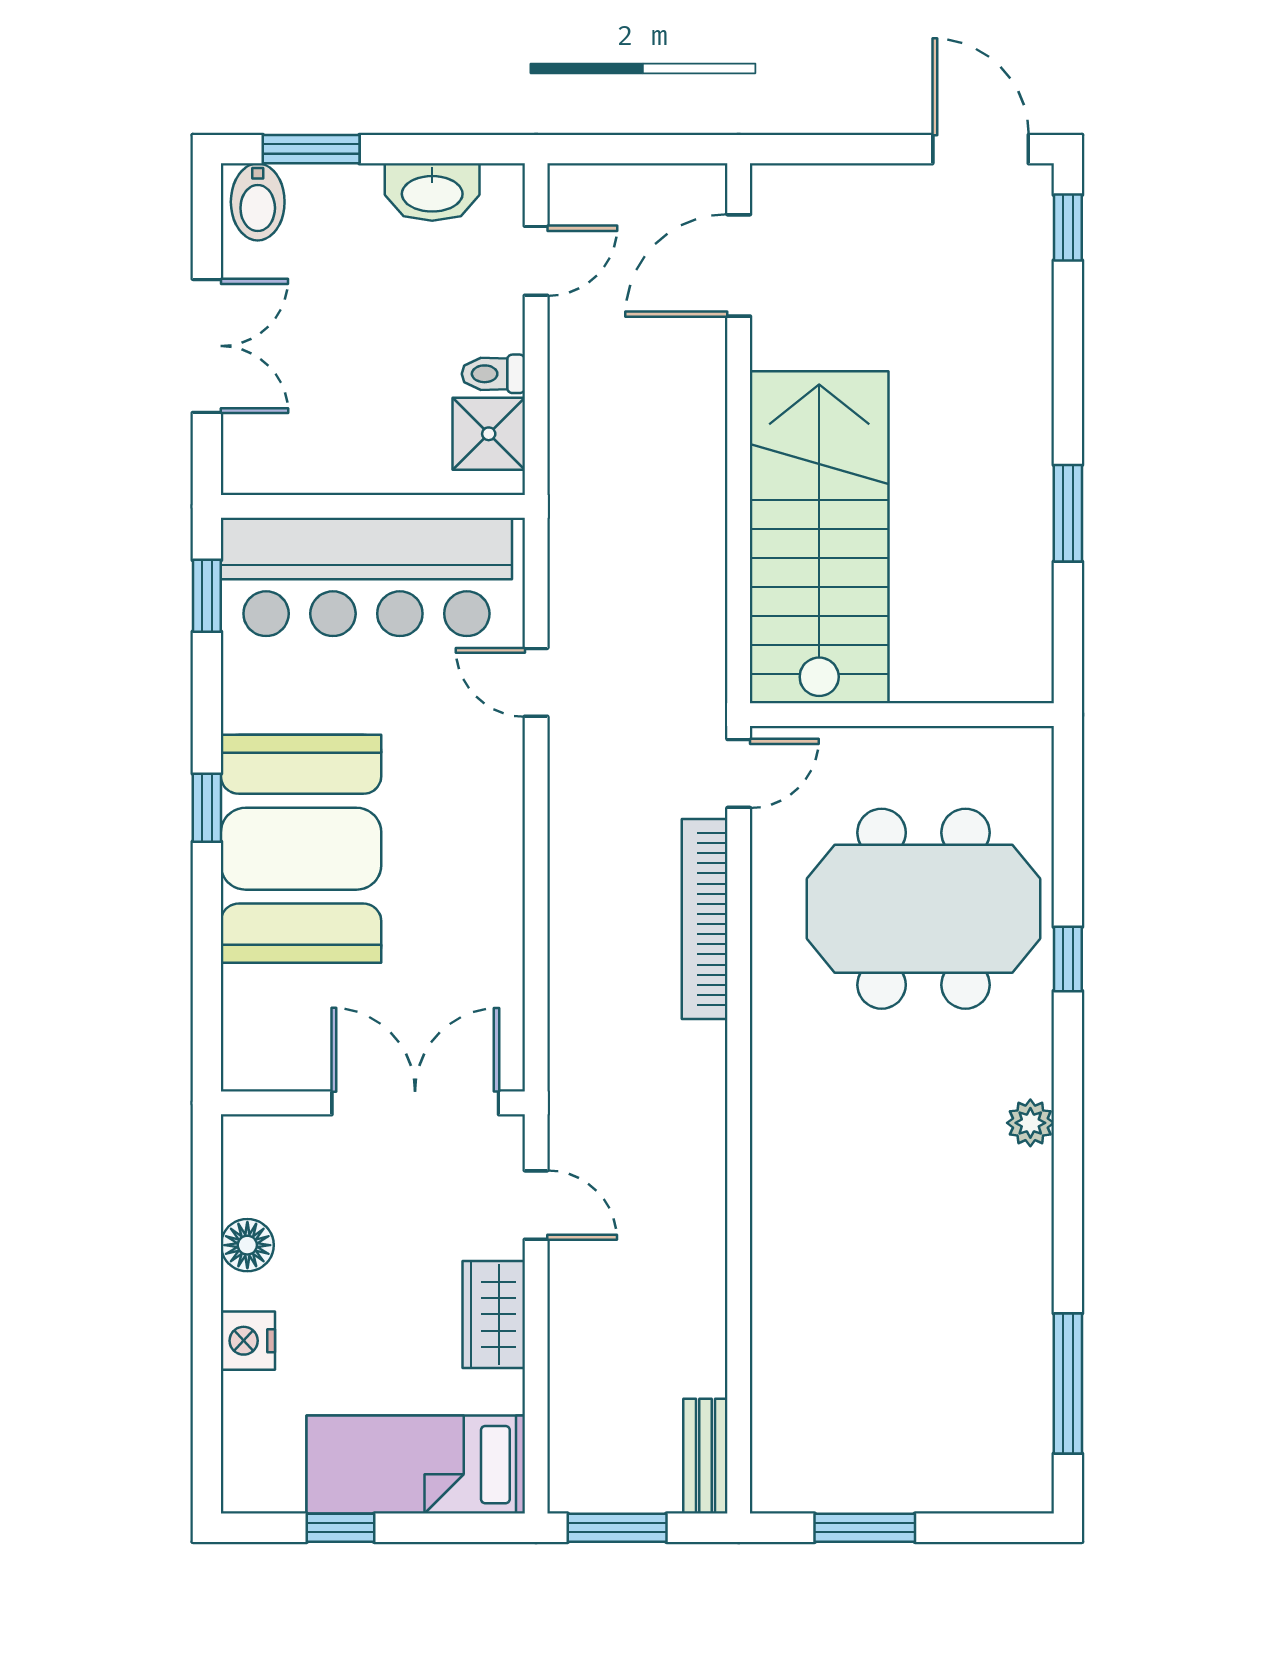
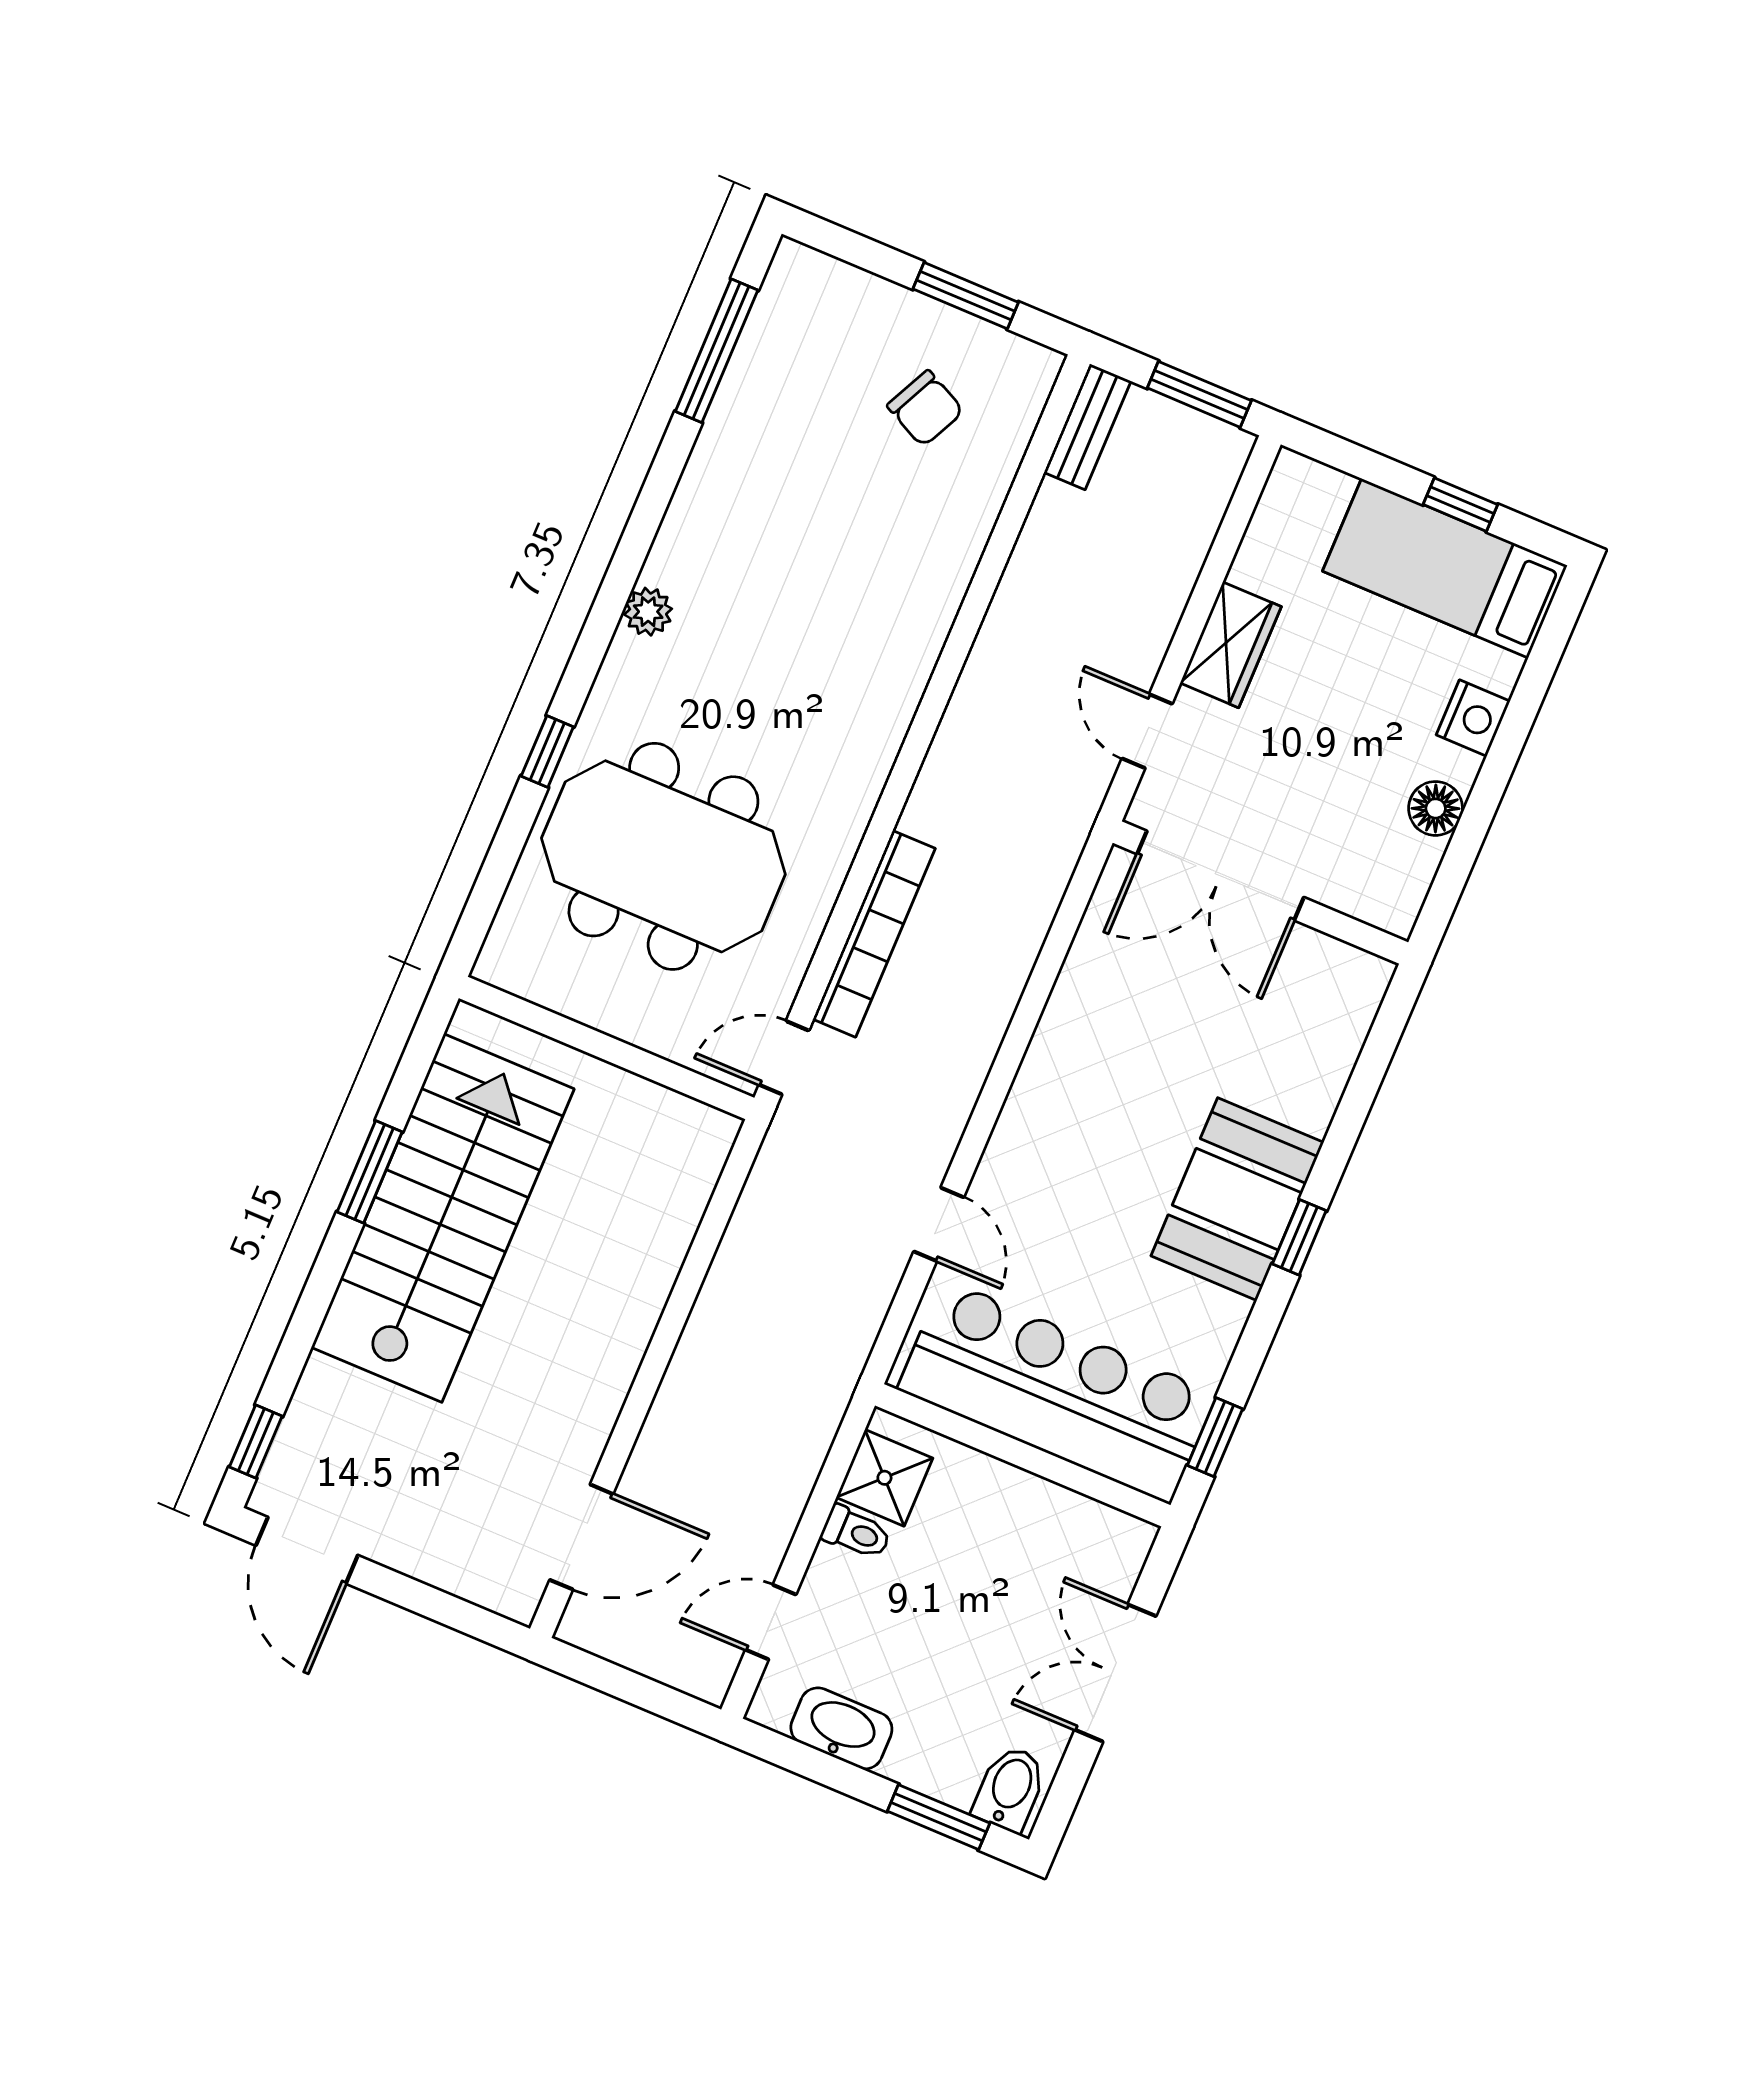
stairs: (819, 537) -> (443, 1218), moved, turned 180
booth: (301, 849) -> (1237, 1199), width x0.73, depth x0.70
chair: (858, 1411) -> (925, 408), added
bed: (416, 1465) -> (1445, 568), moved, turned 180

